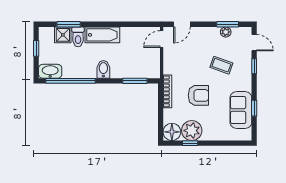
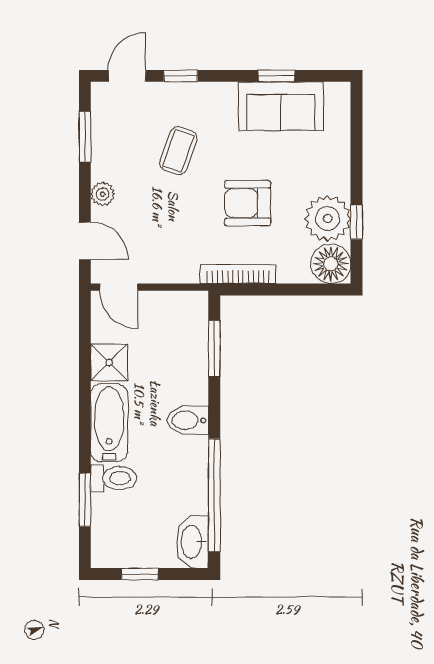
plant: (226, 32) -> (103, 194), moved
shower: (63, 35) -> (109, 363), moved
armchair: (198, 95) -> (248, 203), turned -90

